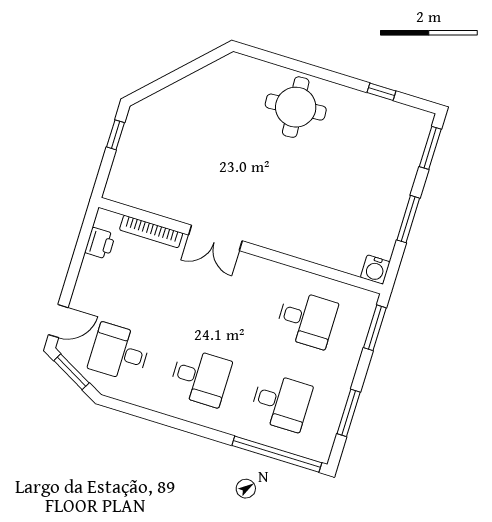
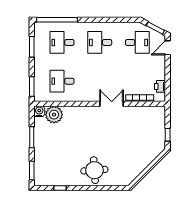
plant: (346, 253) -> (54, 115), added

